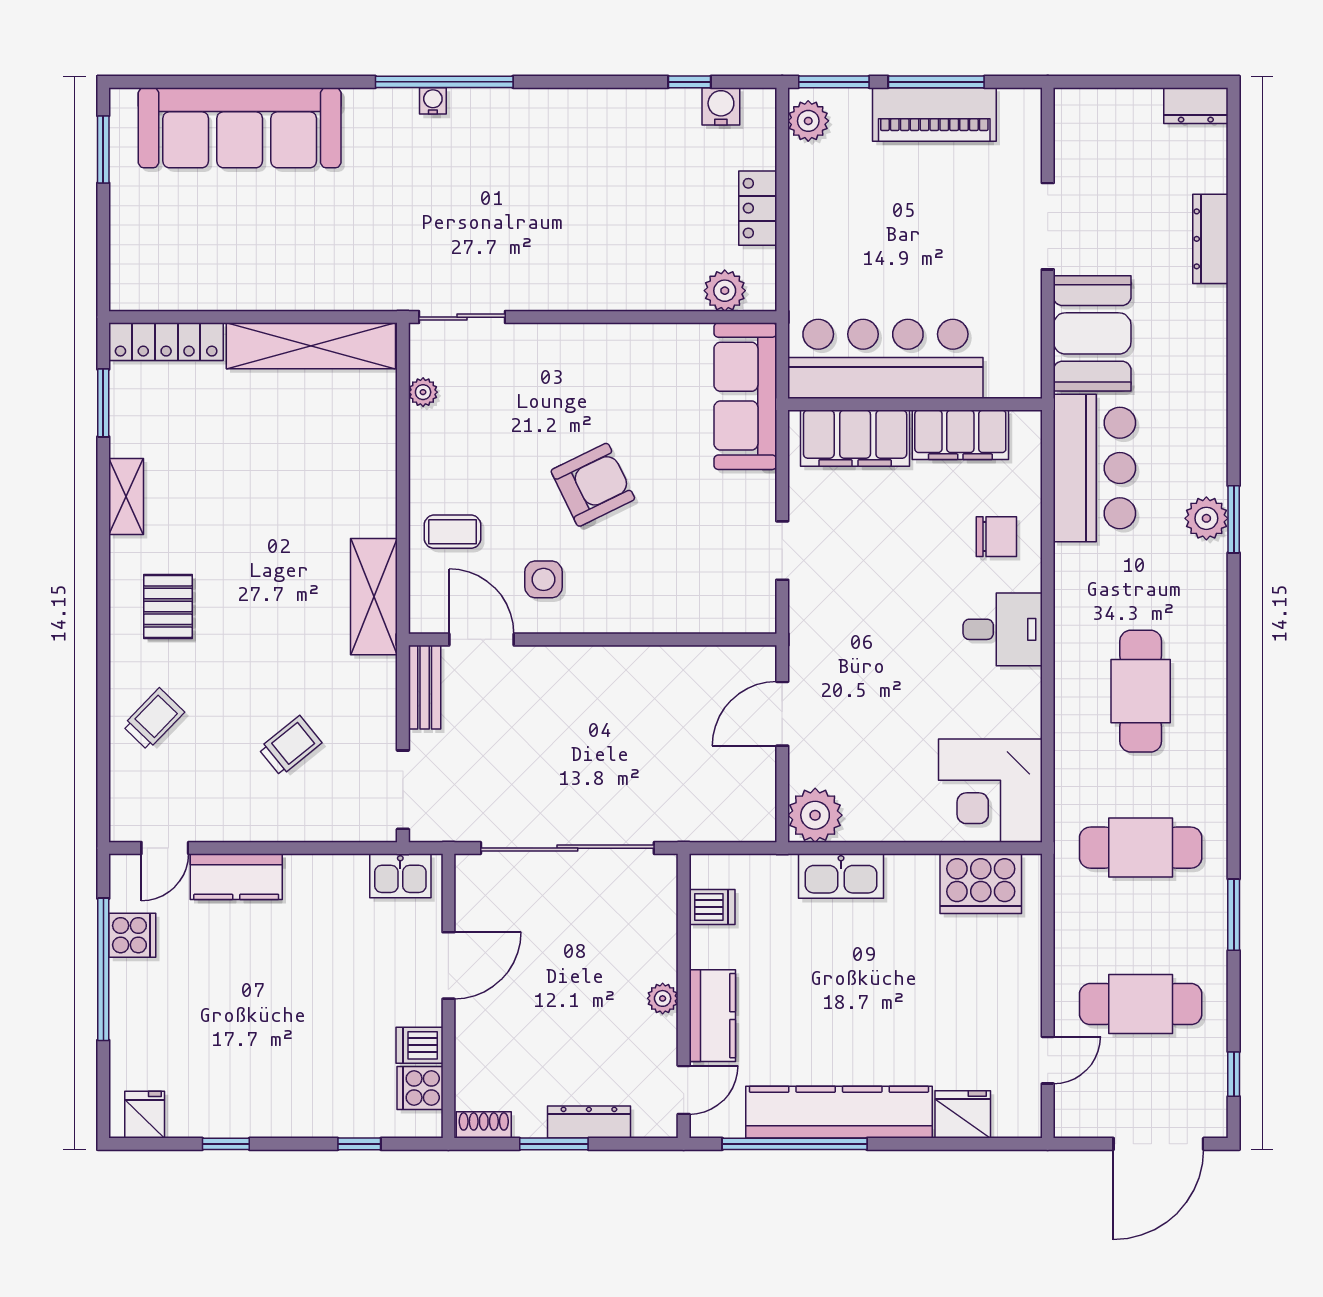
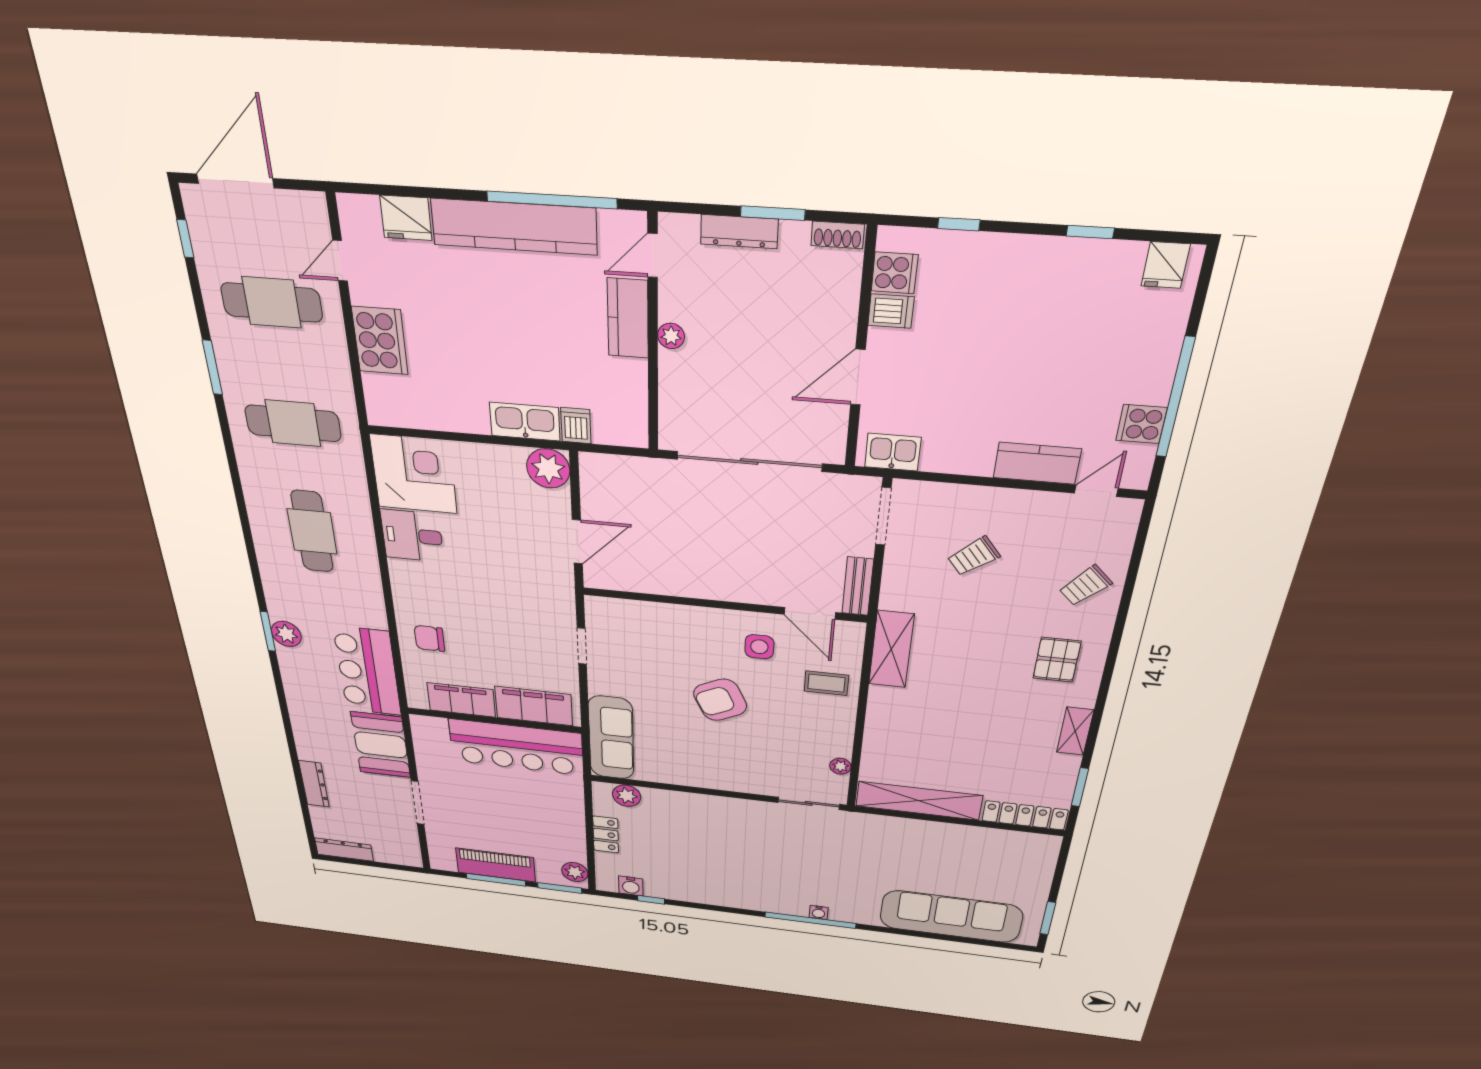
dresser: (1196, 106) -> (344, 850), width x1.44
desk: (1003, 629) -> (412, 536), moved
cooker: (981, 884) -> (380, 341), moved, turned 90
dishwasher: (712, 907) -> (576, 426), moved, turned 90

